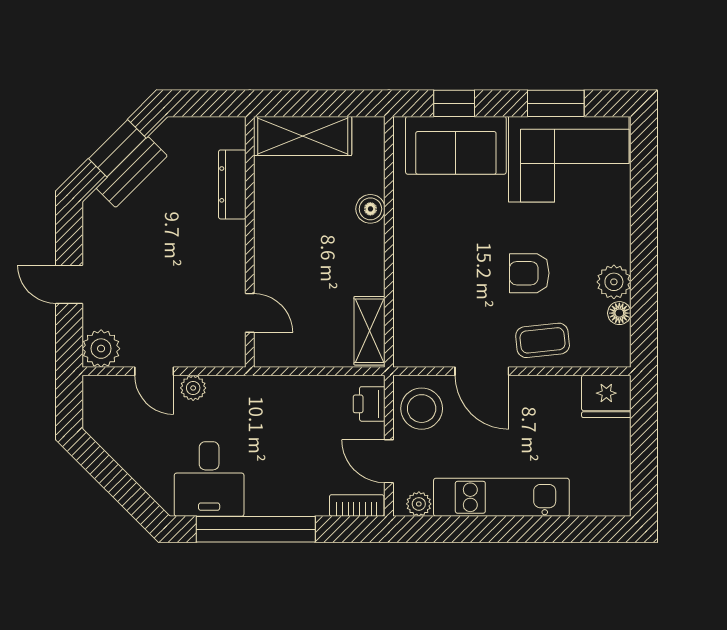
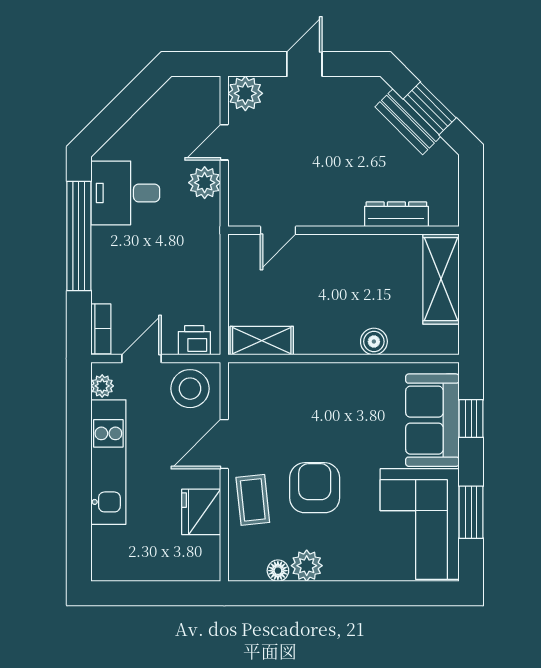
armchair: (529, 273) -> (315, 488), width x1.38, depth x1.38
plant: (193, 388) -> (205, 183), width x1.38, depth x1.38
fridge: (606, 396) -> (201, 512), moved

